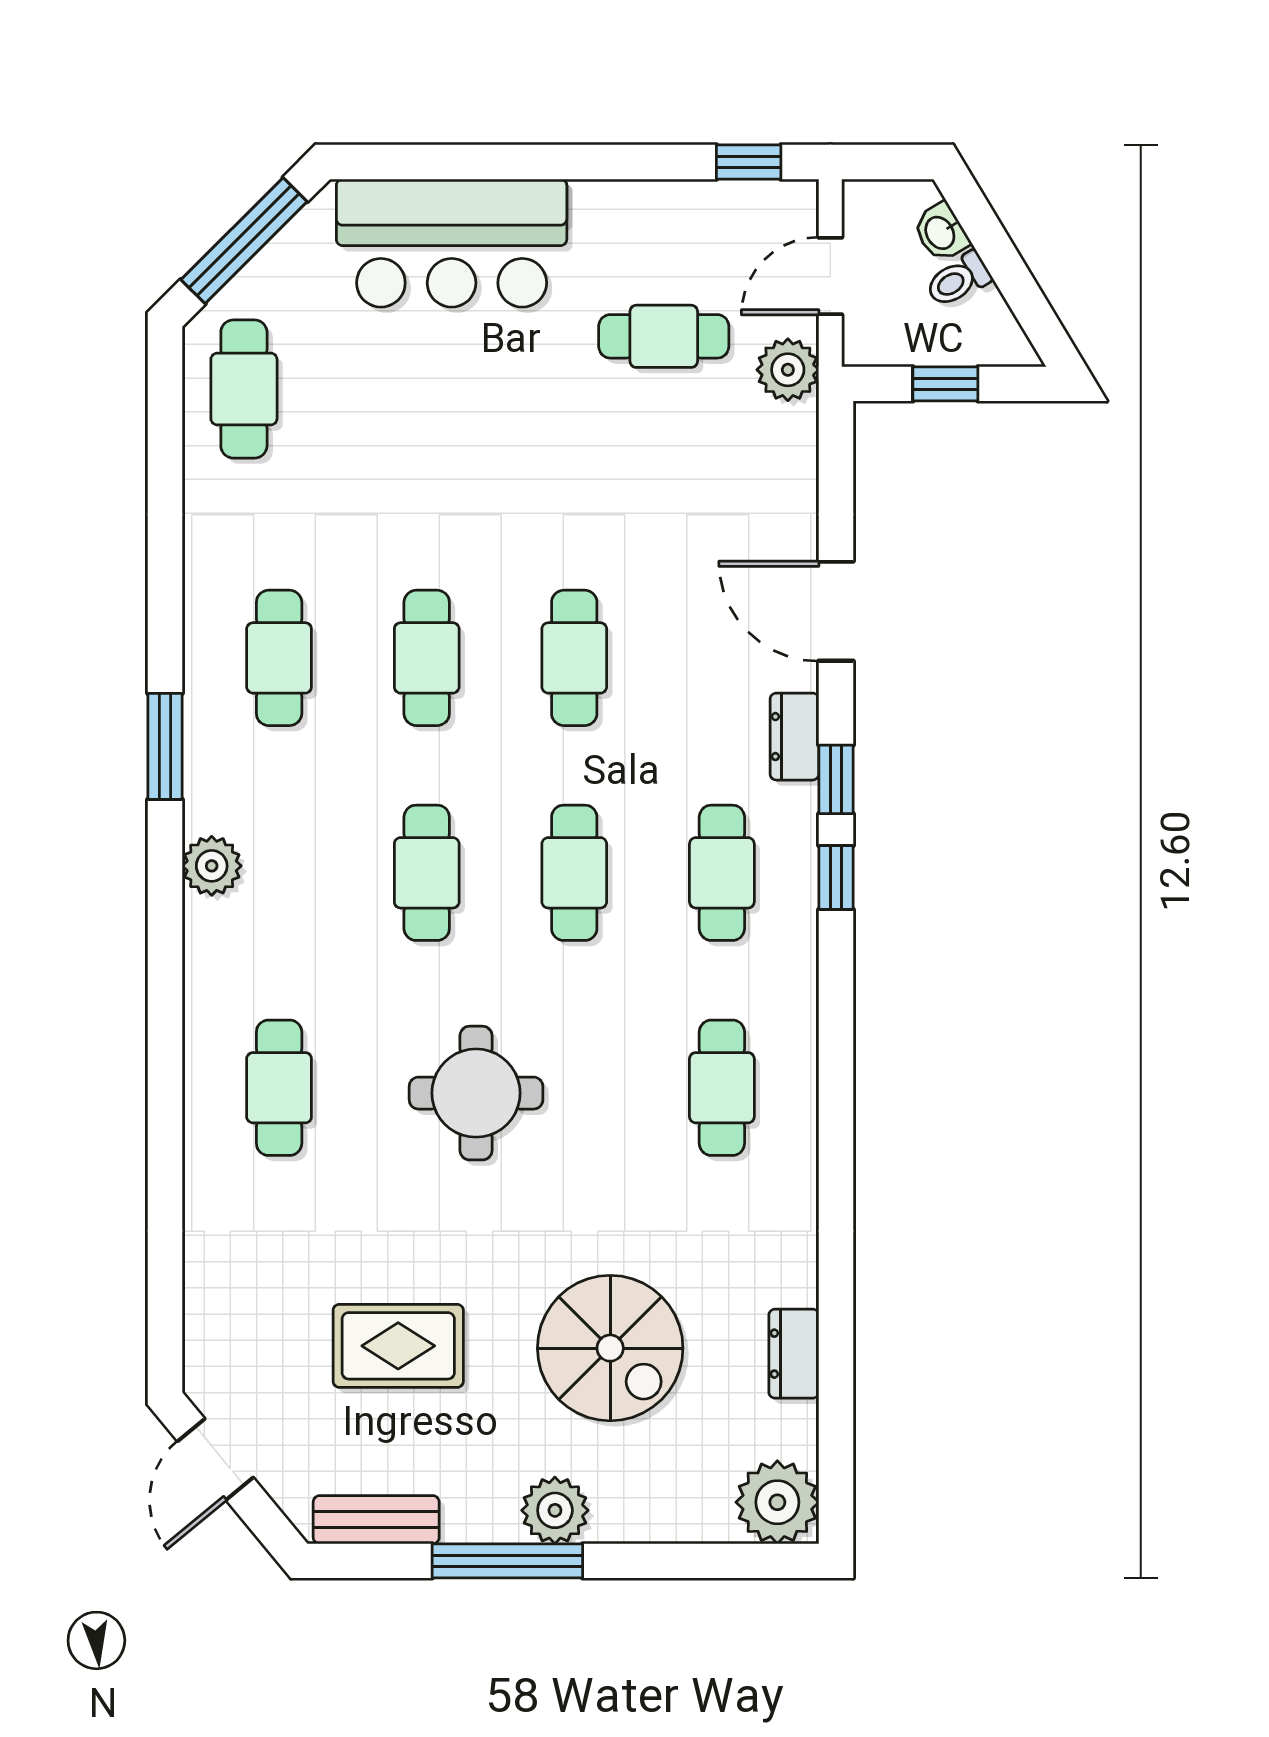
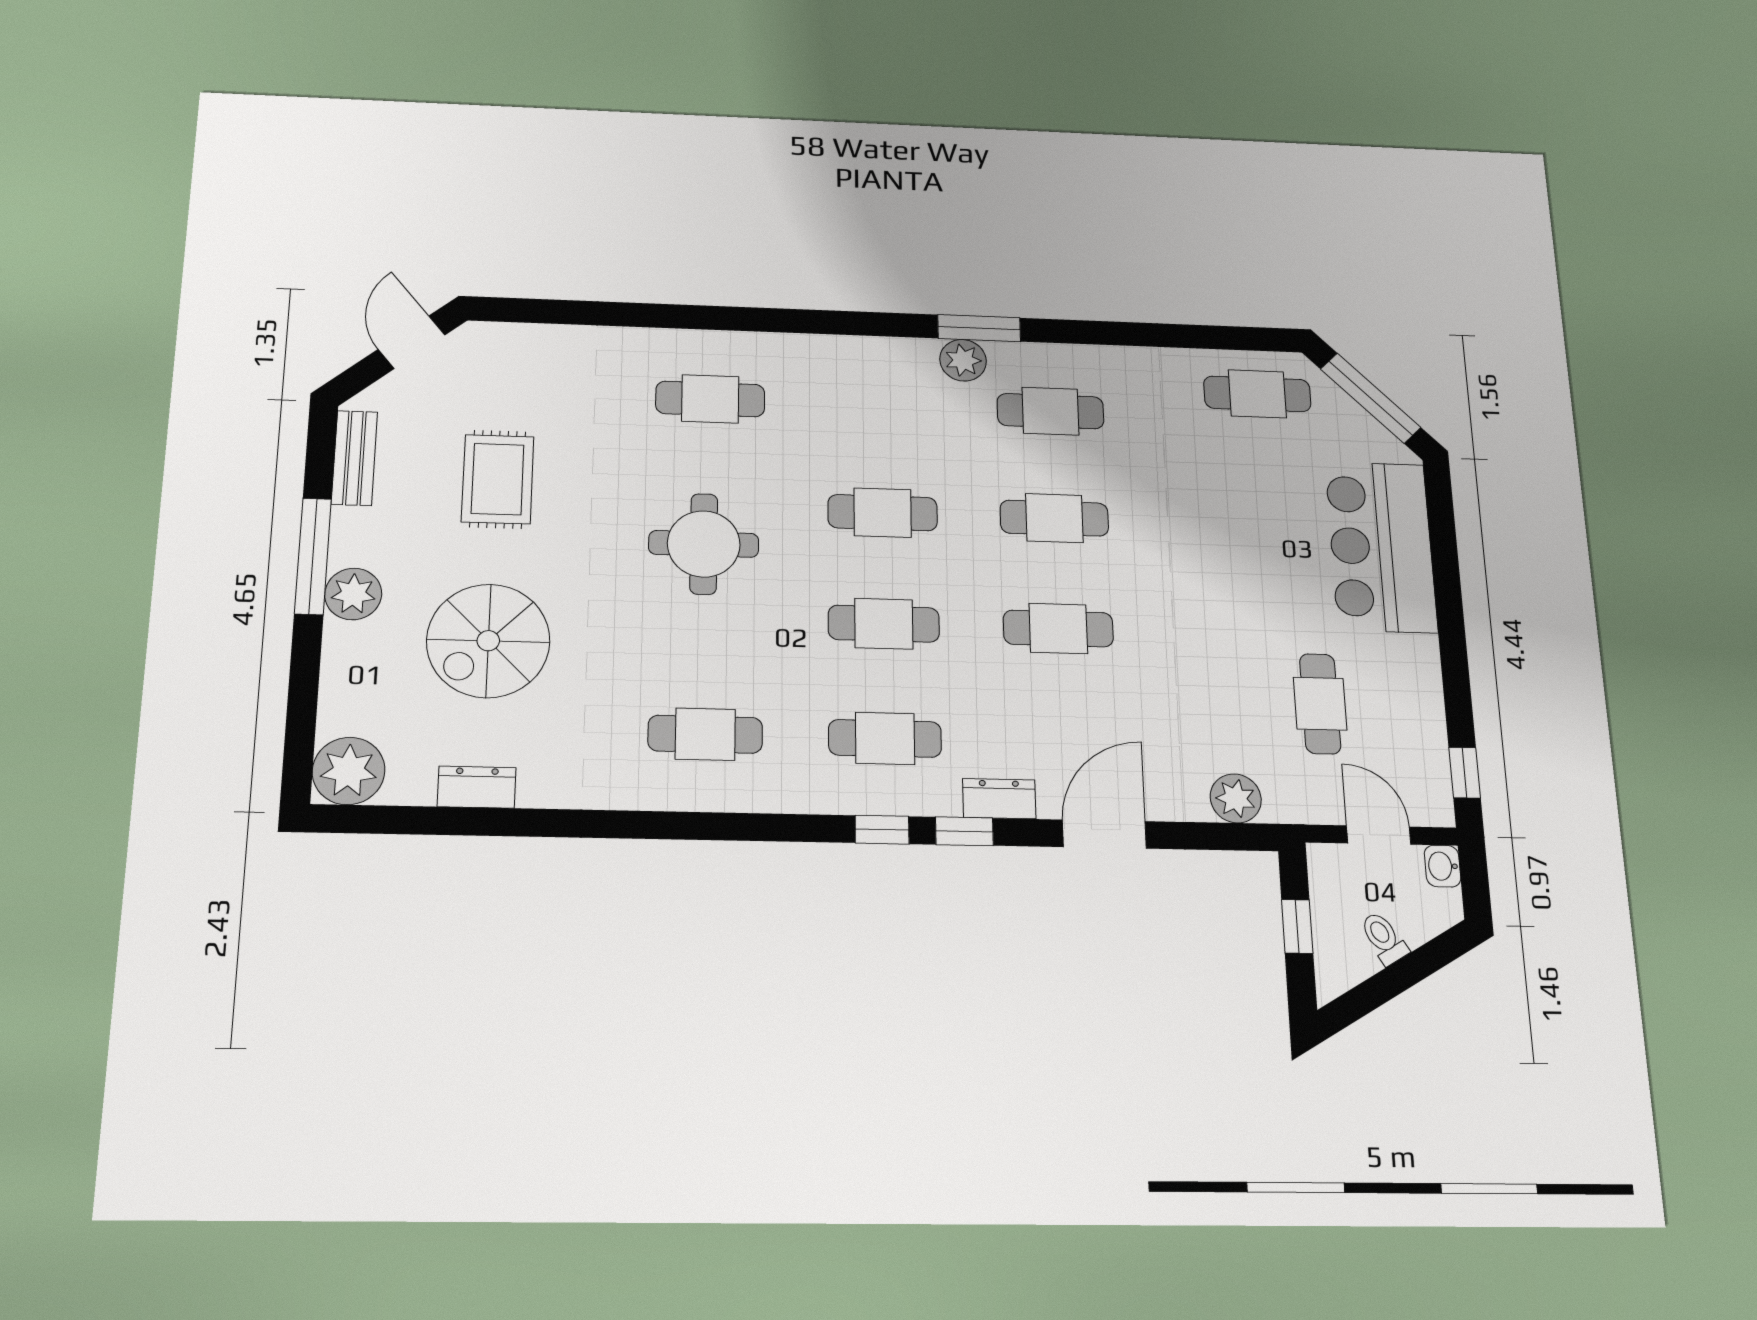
washbasin: (941, 232) -> (1443, 866), moved, turned -59
plant: (788, 370) -> (1236, 798), moved
plant: (212, 866) -> (963, 360), moved
door: (215, 1459) -> (412, 342), hinge flipped

